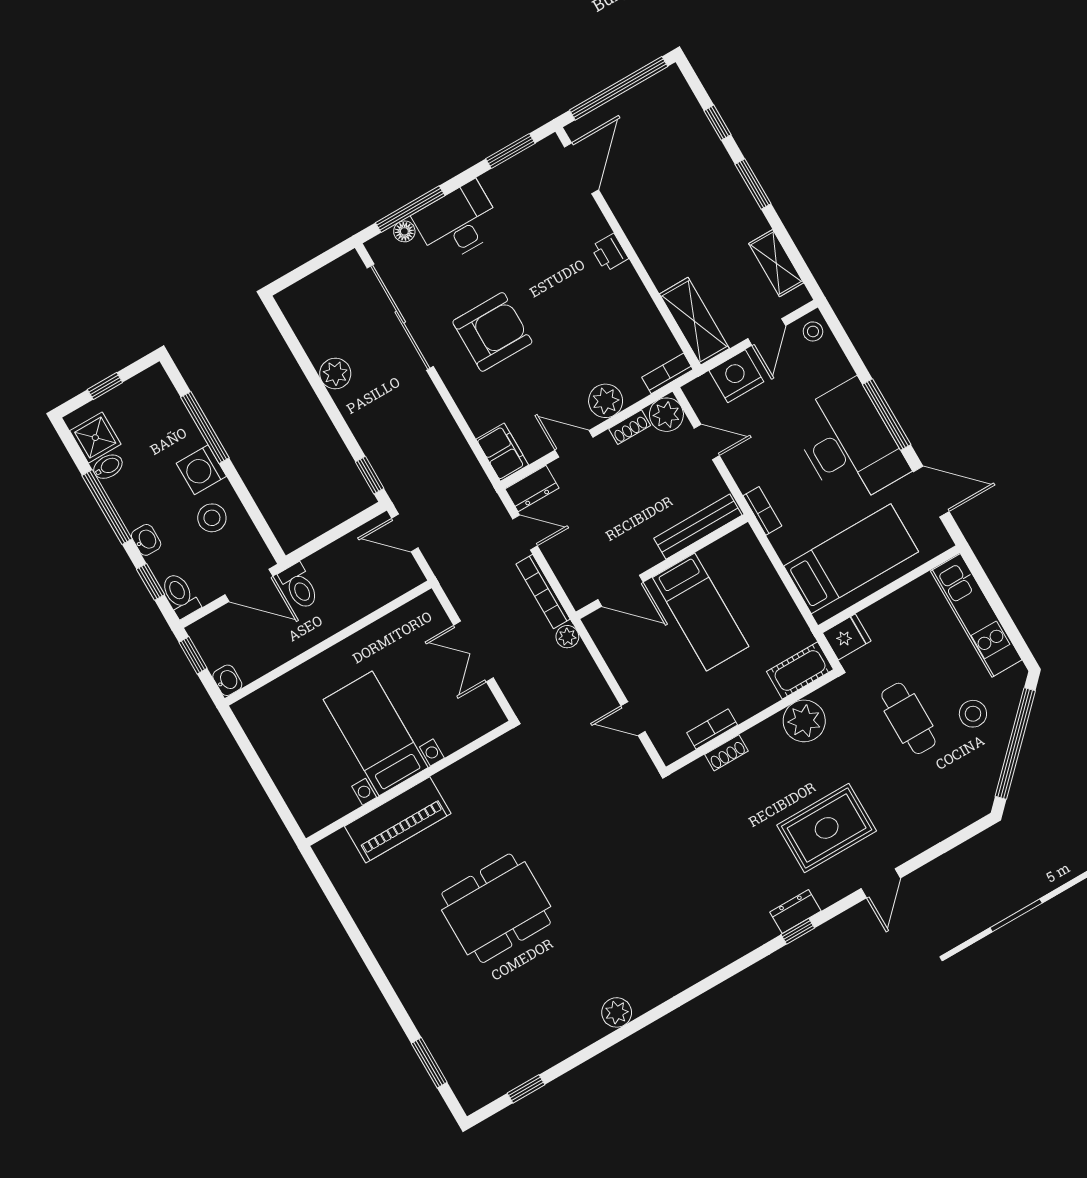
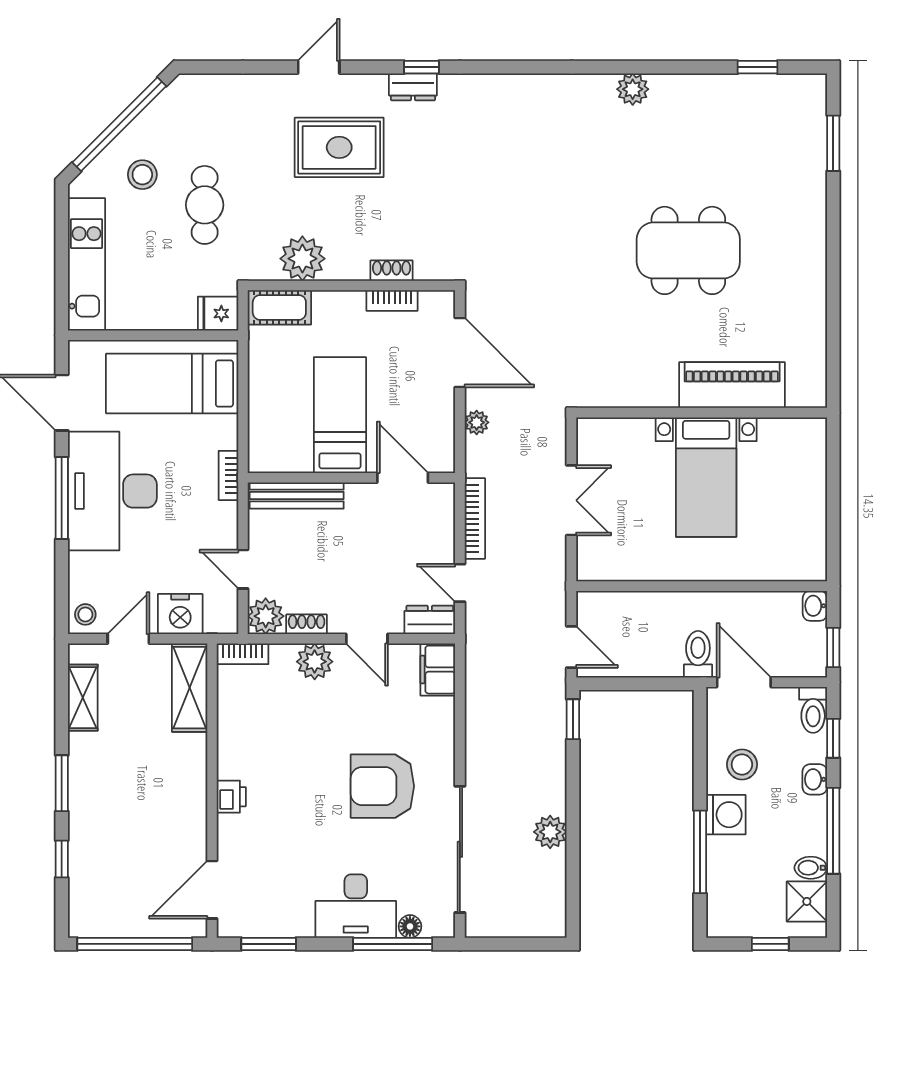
plant: (567, 637) -> (477, 422), moved
door: (633, 719) -> (460, 353), width x1.88

